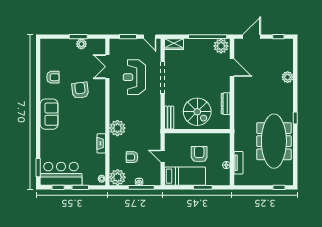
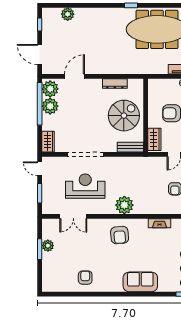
door: (150, 37) -> (40, 169), swing flipped
plant: (206, 46) -> (50, 106), added
reception desk: (134, 77) -> (85, 186), turned 180
plant: (288, 77) -> (68, 14), moved
armchair: (80, 90) -> (120, 235), moved, turned -88
sofa: (49, 114) -> (140, 282), moved
plant: (117, 128) -> (124, 205), moved
wardrobe: (176, 139) -> (154, 139), added

